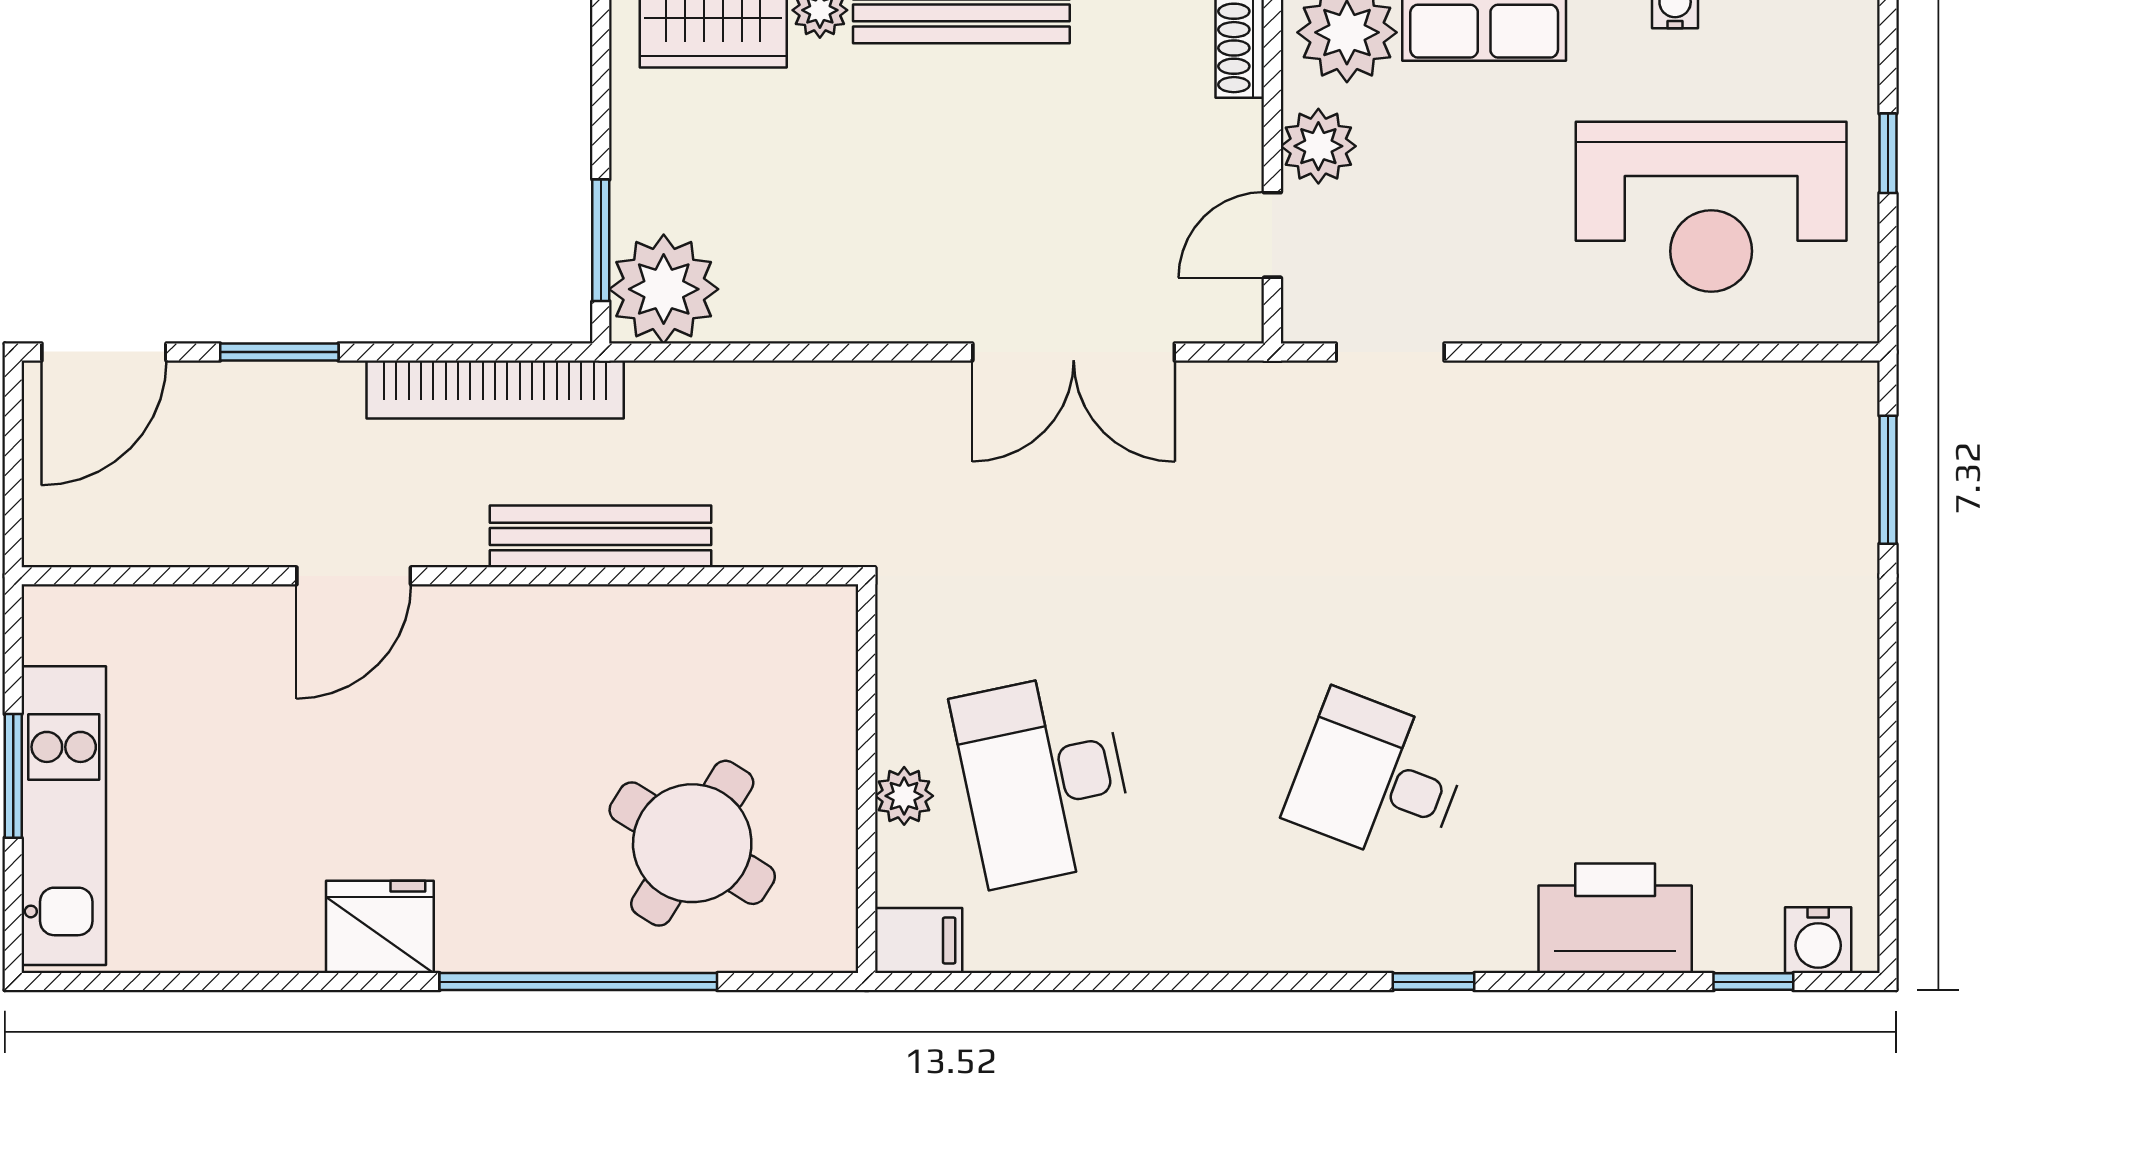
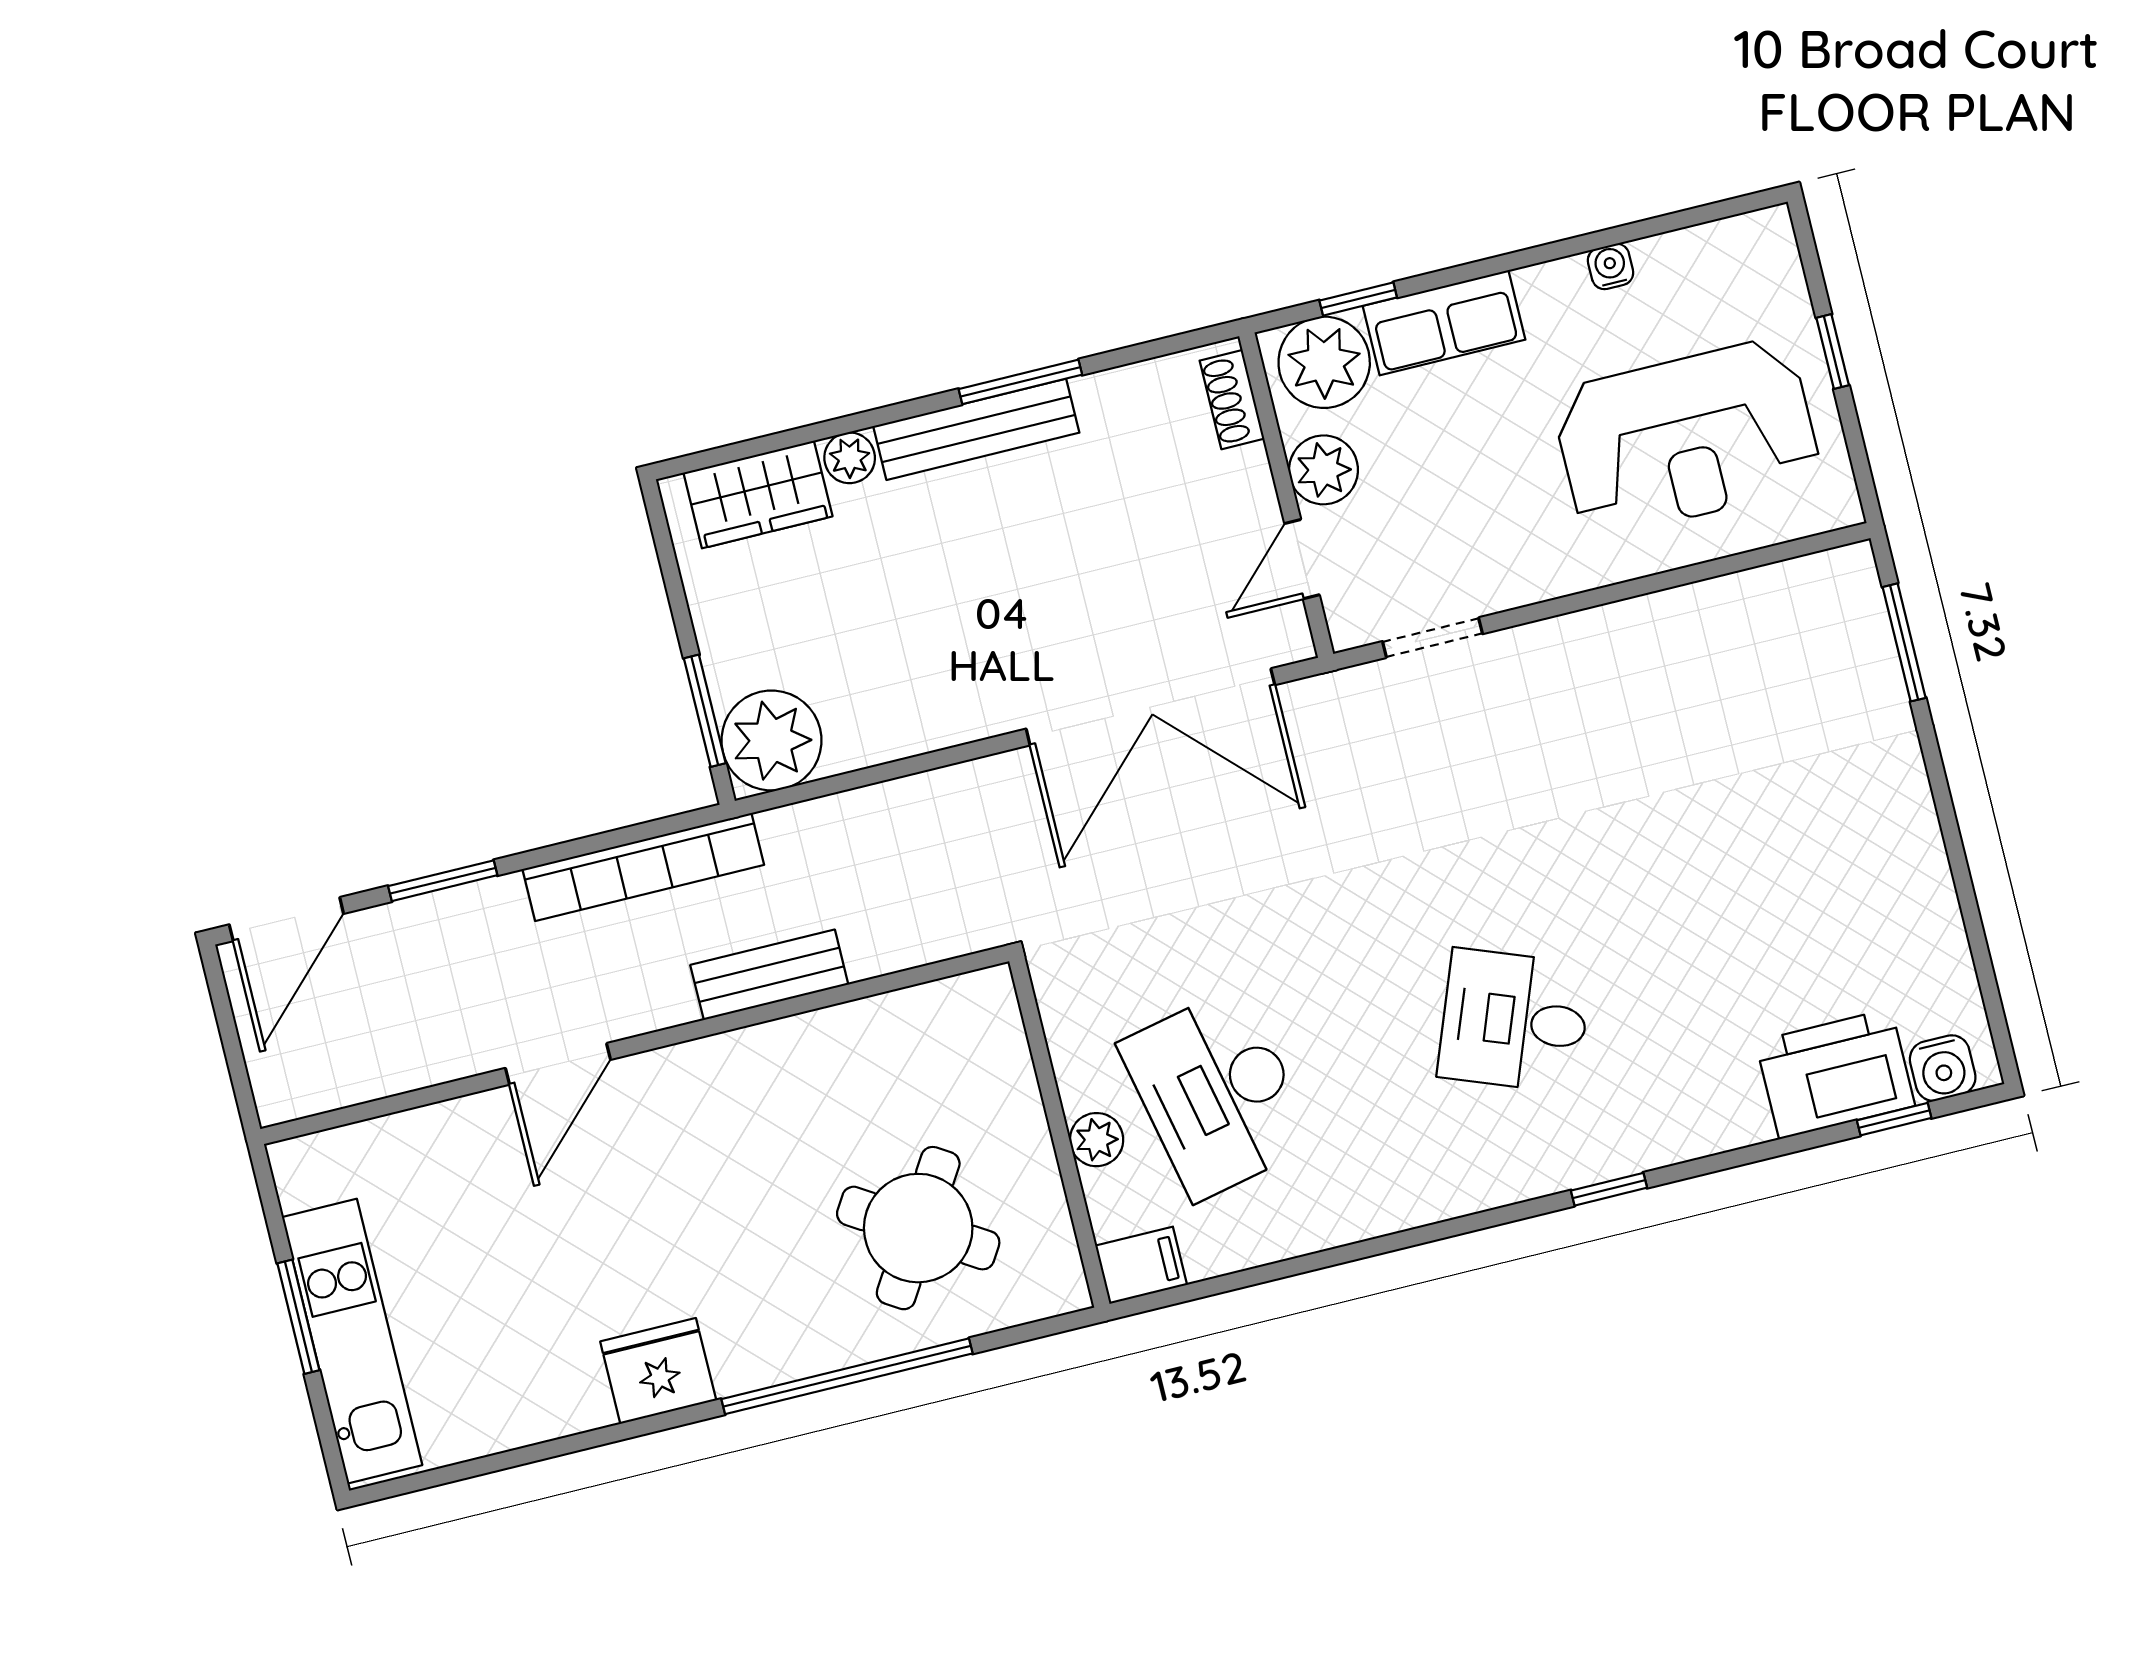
double door: (1074, 352) -> (1150, 707), width x1.36
bench: (600, 536) -> (769, 975), width x0.73
printer: (1615, 918) -> (1835, 1074), moved

